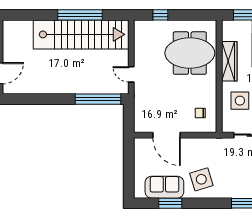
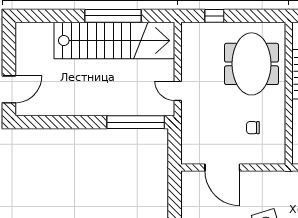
meeting table: (190, 53) -> (251, 64), turned 90
chair: (200, 113) -> (253, 128), moved

